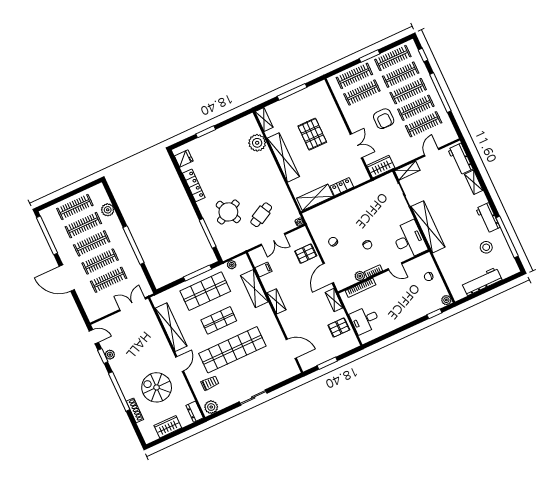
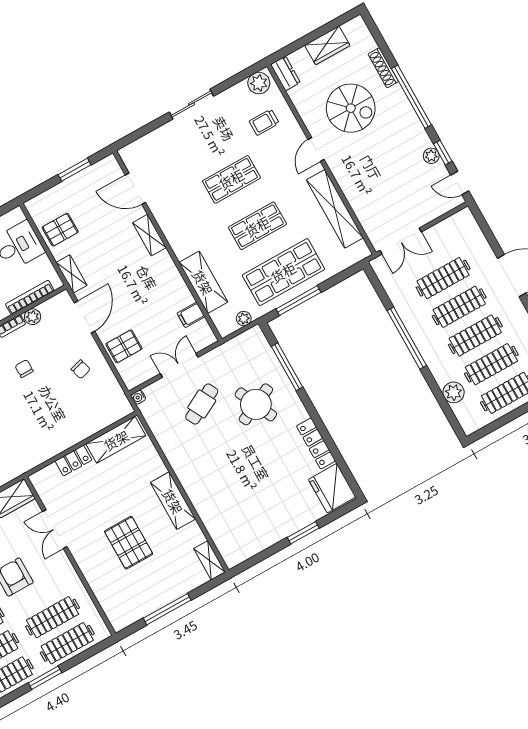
plant: (257, 143) -> (218, 521), removed
shelving: (283, 157) -> (173, 501), width x0.68
fridge: (184, 159) -> (332, 488), width x1.88, depth x1.34
shelving: (276, 301) -> (149, 235), moved
shop shelf: (232, 350) -> (231, 179), width x0.50, depth x0.74

